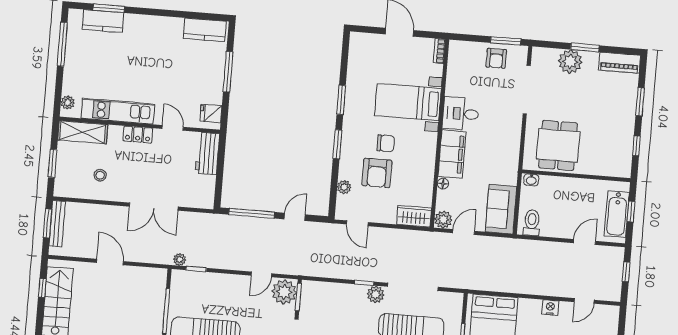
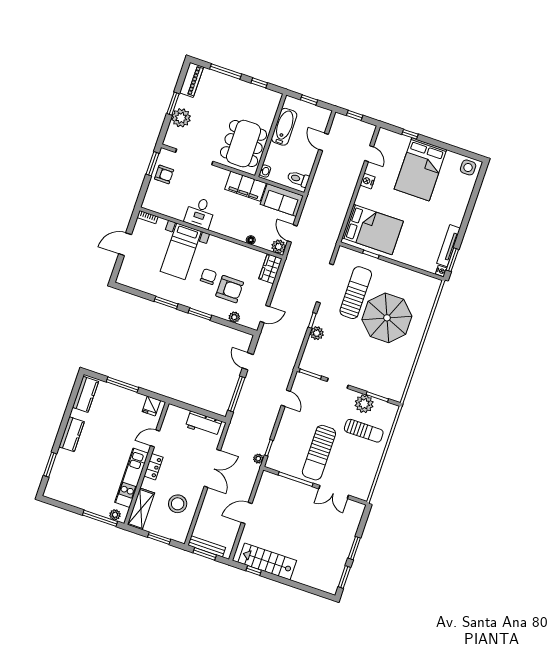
kitchen counter: (103, 21) -> (72, 434), moved
window: (62, 44) -> (100, 518), moved
window: (640, 102) -> (226, 72), width x1.44
dining table: (558, 145) -> (244, 144), width x1.38
workbench: (207, 153) -> (204, 424), moved
filing cabinet: (452, 154) -> (245, 186), moved, turned 180
stool: (100, 175) -> (178, 504), width x1.89, depth x1.89
bathtub: (617, 214) -> (284, 127), moved, turned -90
plant: (284, 292) -> (304, 384), removed
plant: (376, 294) -> (317, 333), moved

